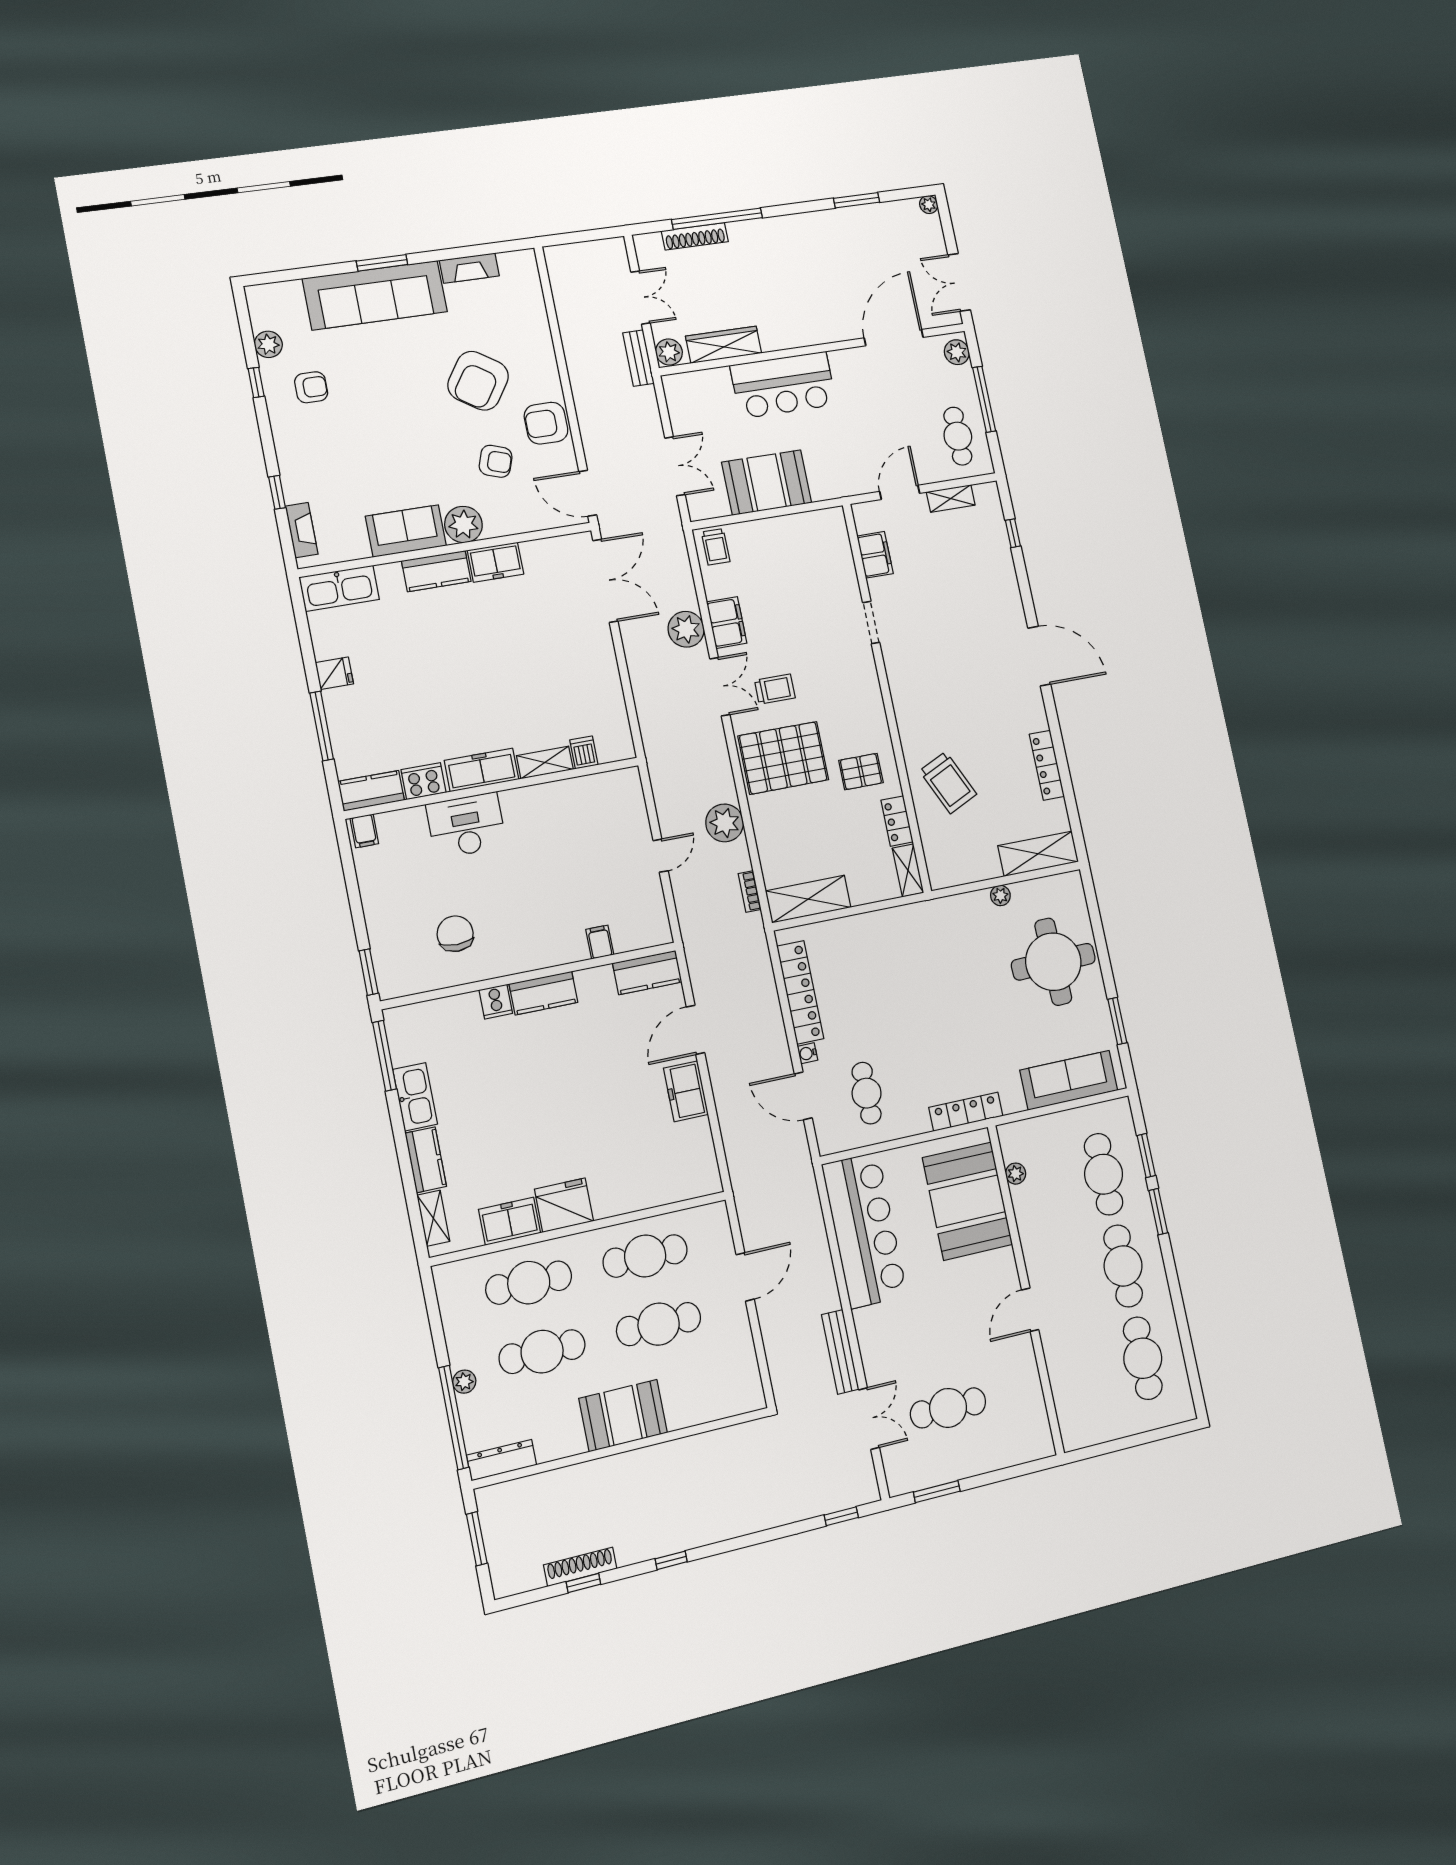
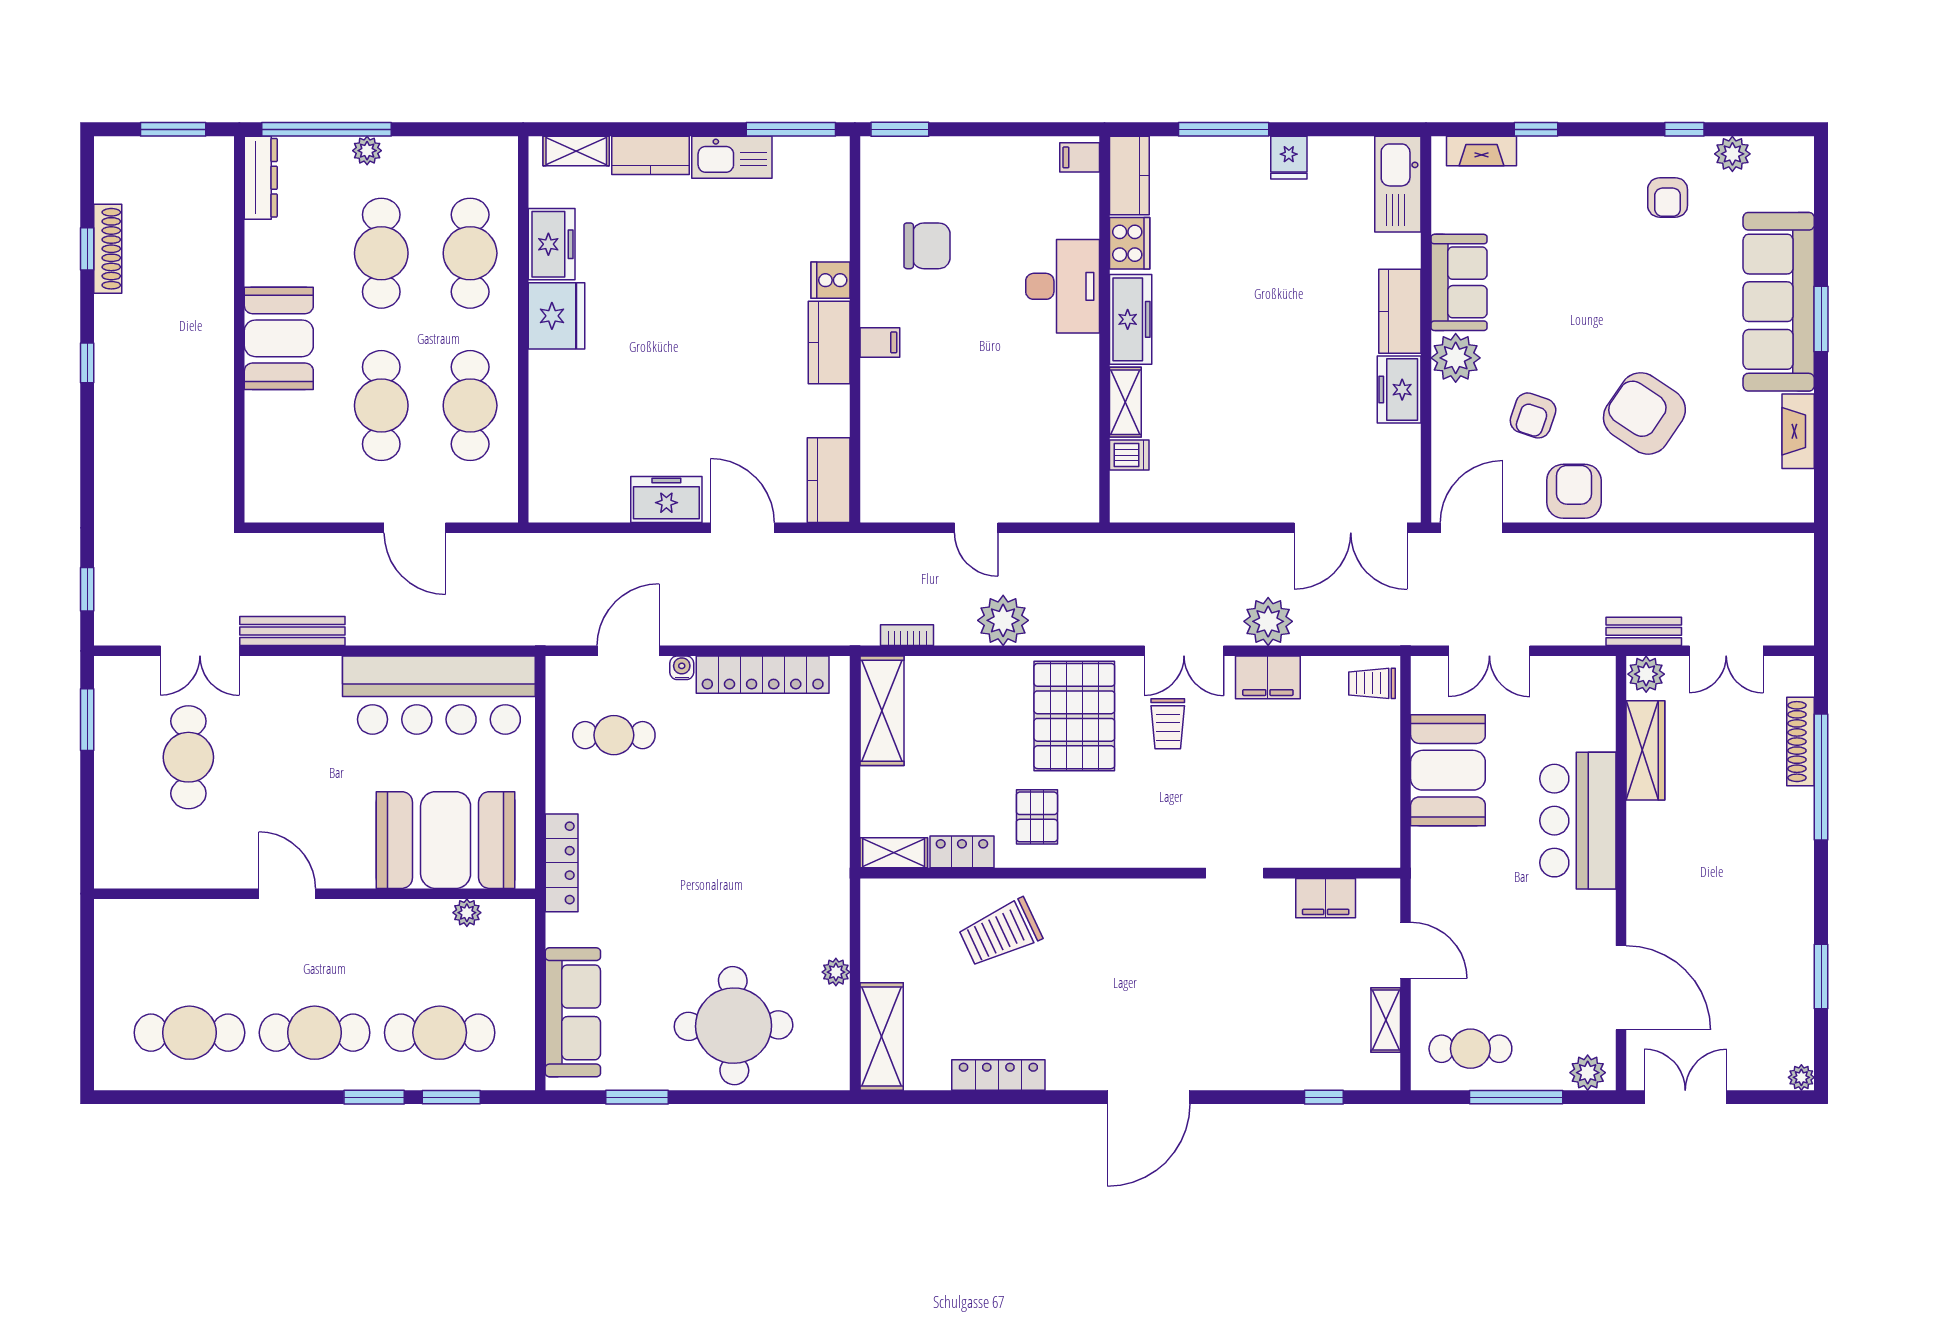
filing cabinet: (600, 942) -> (880, 342), moved

